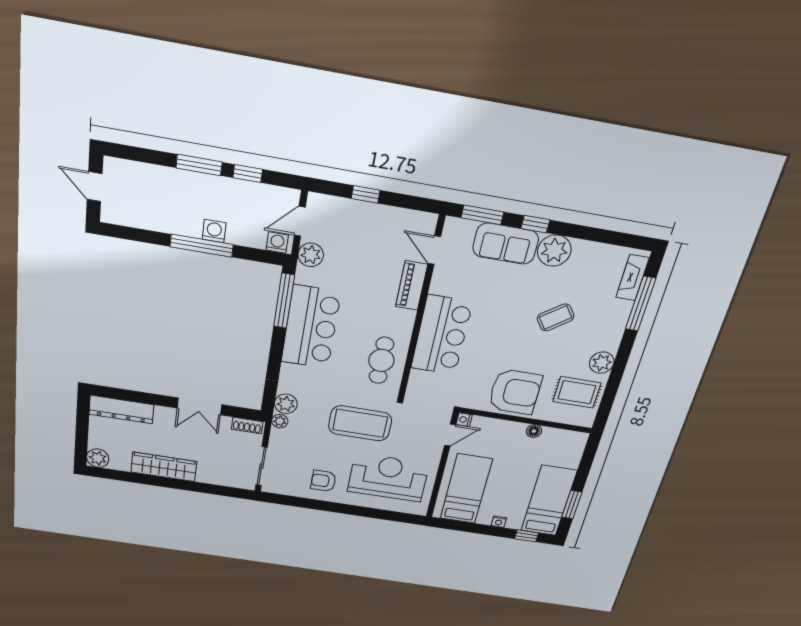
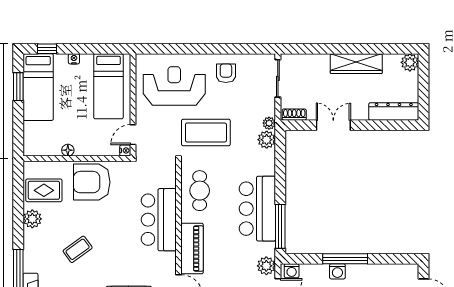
piano: (411, 286) -> (192, 249), width x1.37, depth x1.33
reception desk: (388, 477) -> (174, 86), turned 180
armchair: (323, 481) -> (226, 73), turned -90

